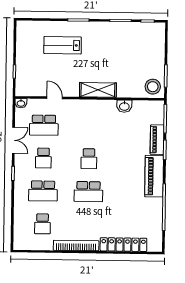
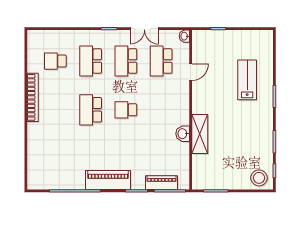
stool: (153, 87) -> (259, 178), moved
shelving: (98, 90) -> (200, 134), moved
washbasin: (124, 106) -> (183, 134), moved
piano: (157, 140) -> (161, 183), moved
school desk: (43, 158) -> (126, 61), width x1.85
locker: (123, 245) -> (34, 148), removed

